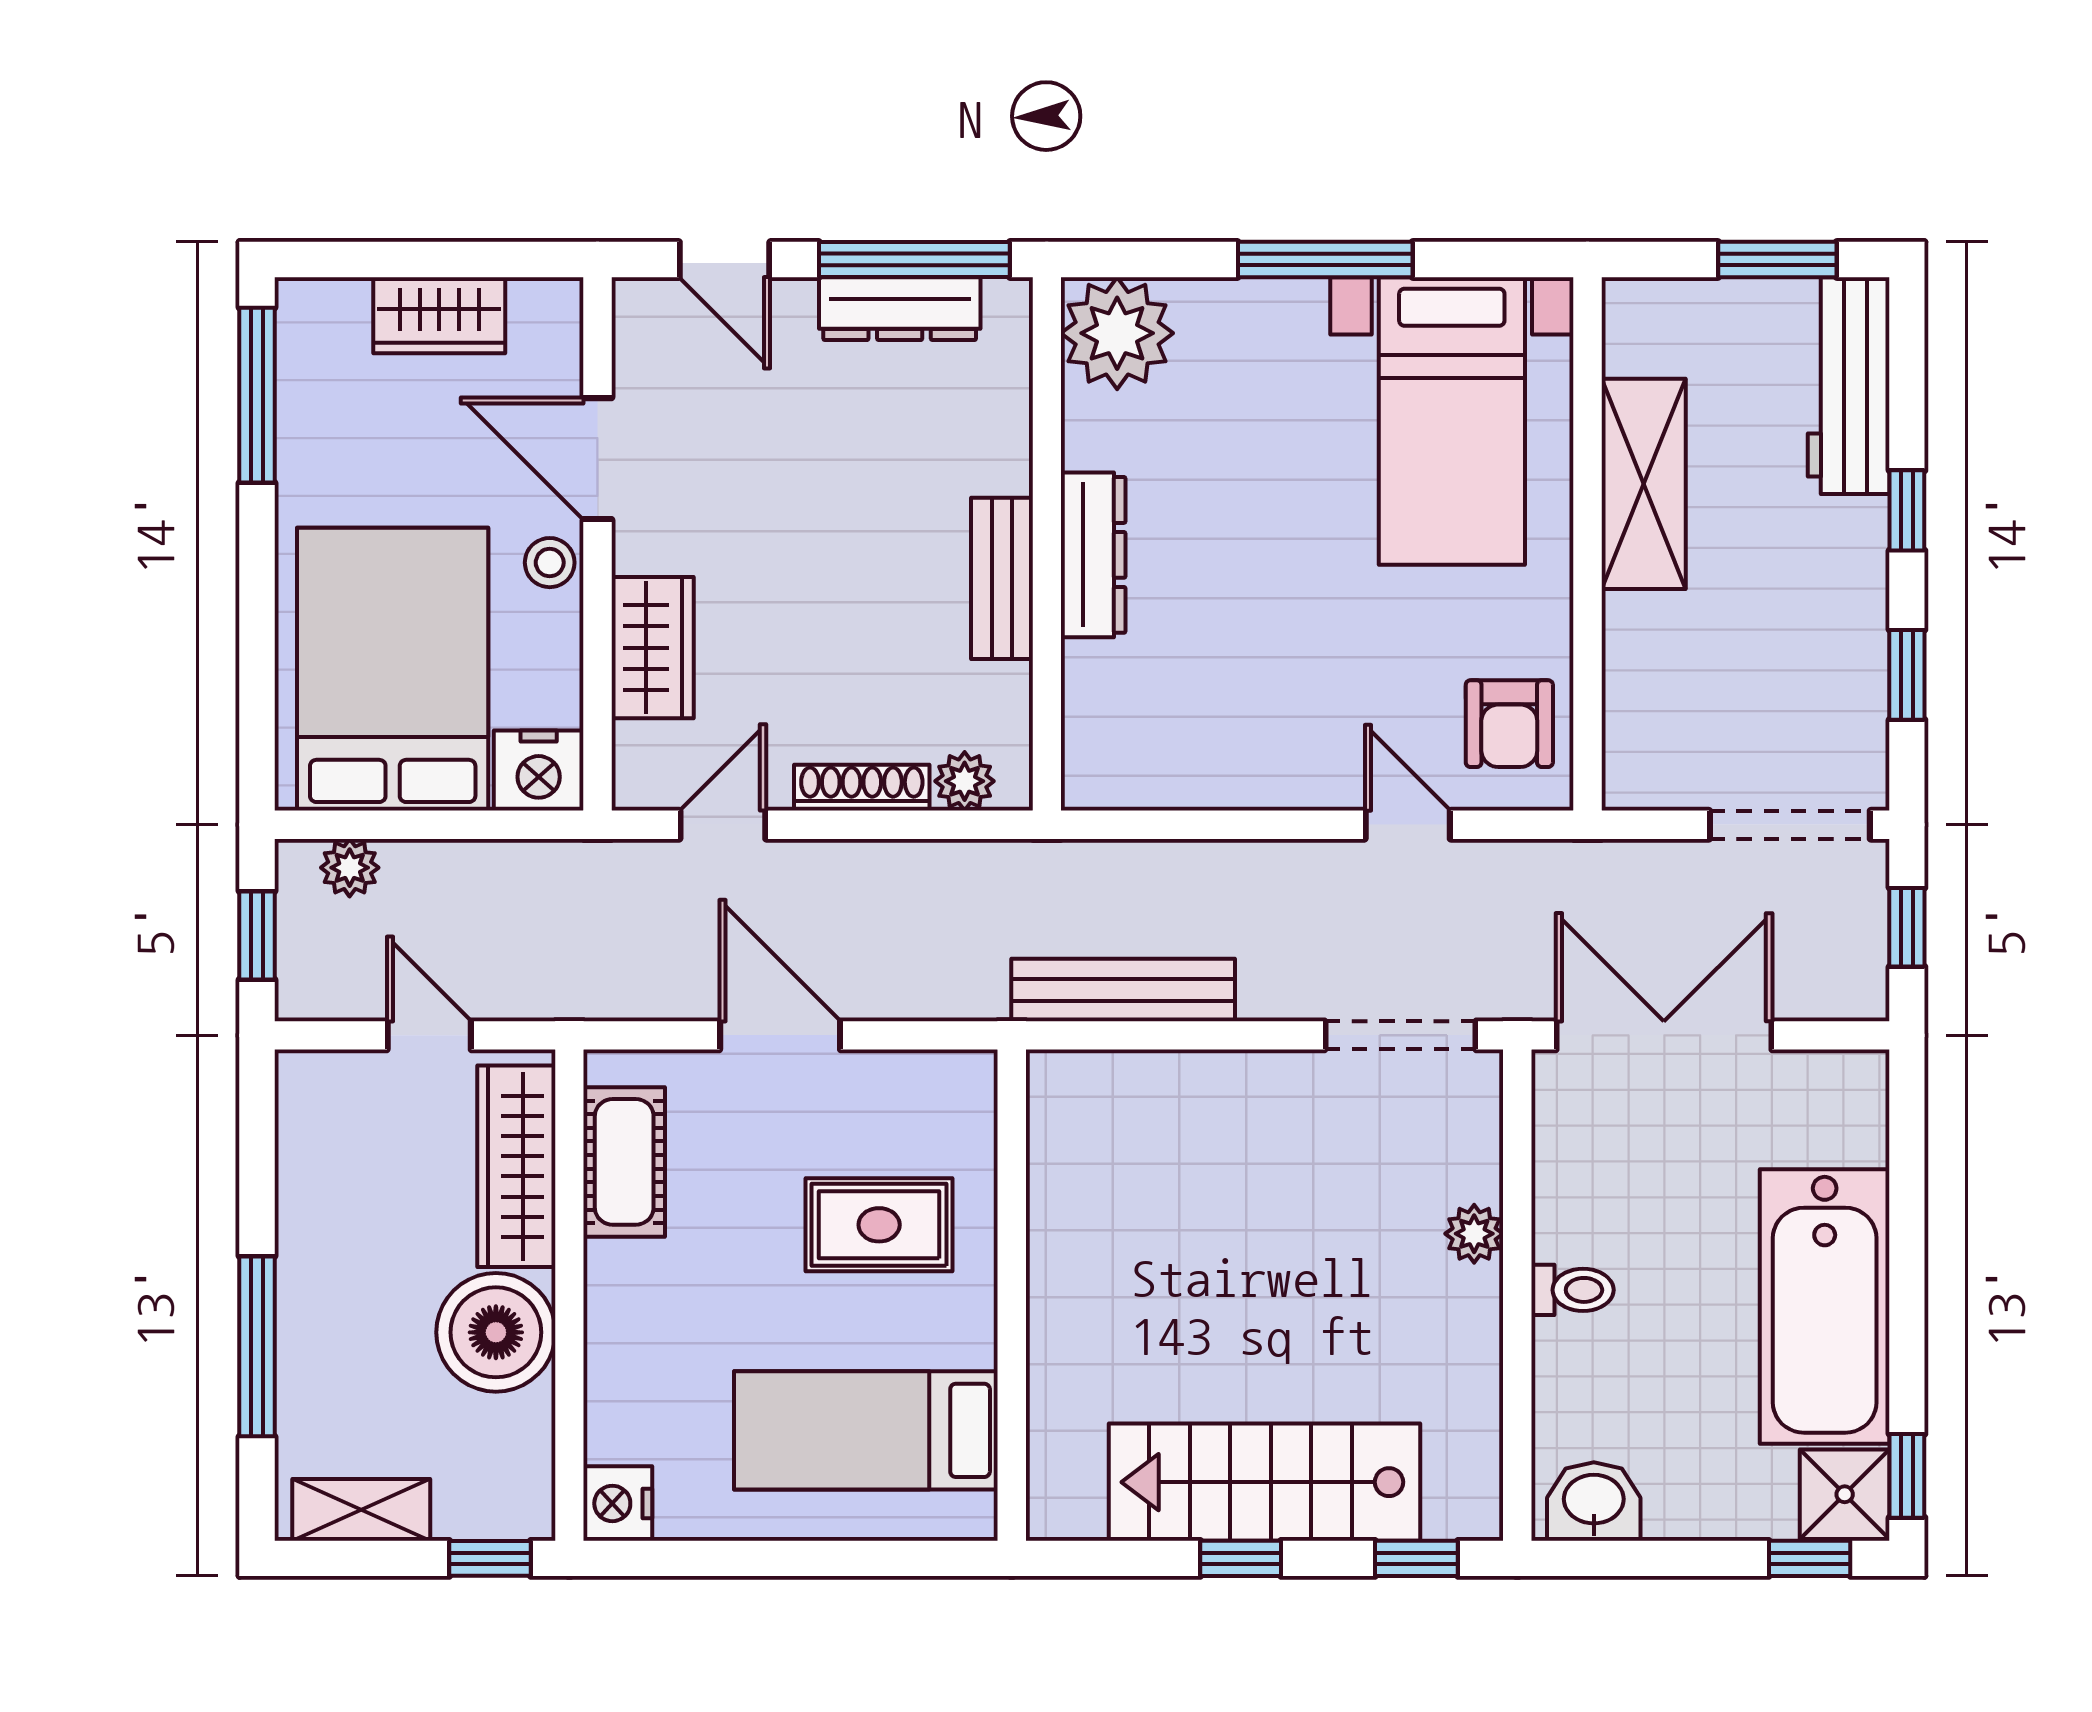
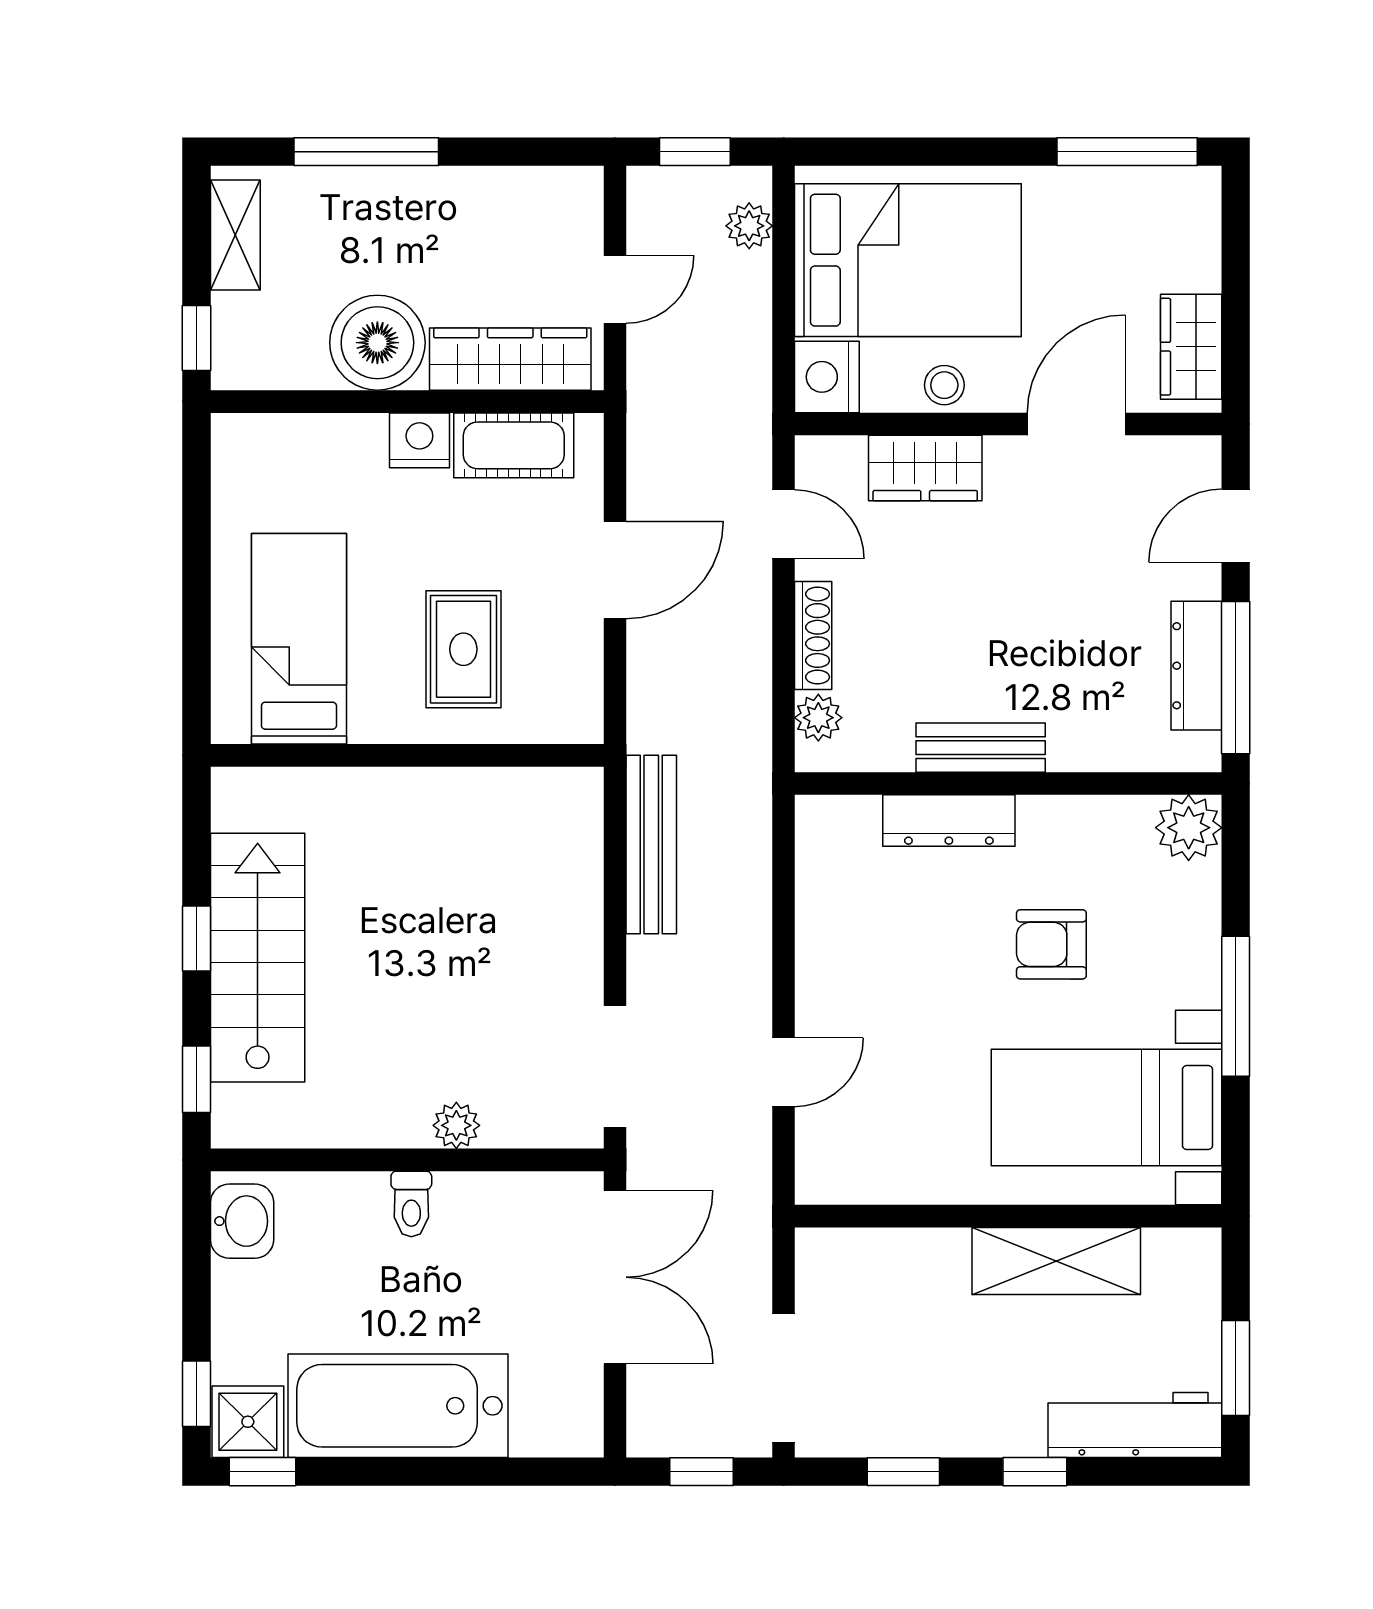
wardrobe: (439, 315) -> (1191, 347), moved
plant: (1117, 333) -> (1189, 828), width x0.73, depth x0.73
dresser: (1093, 555) -> (949, 821), moved
stool: (550, 563) -> (944, 385), moved
armchair: (1509, 724) -> (1051, 944), moved
nightstand: (618, 1503) -> (419, 440), moved

